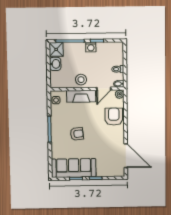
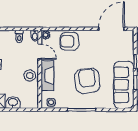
armchair: (77, 134) -> (87, 81), width x1.88, depth x1.88

